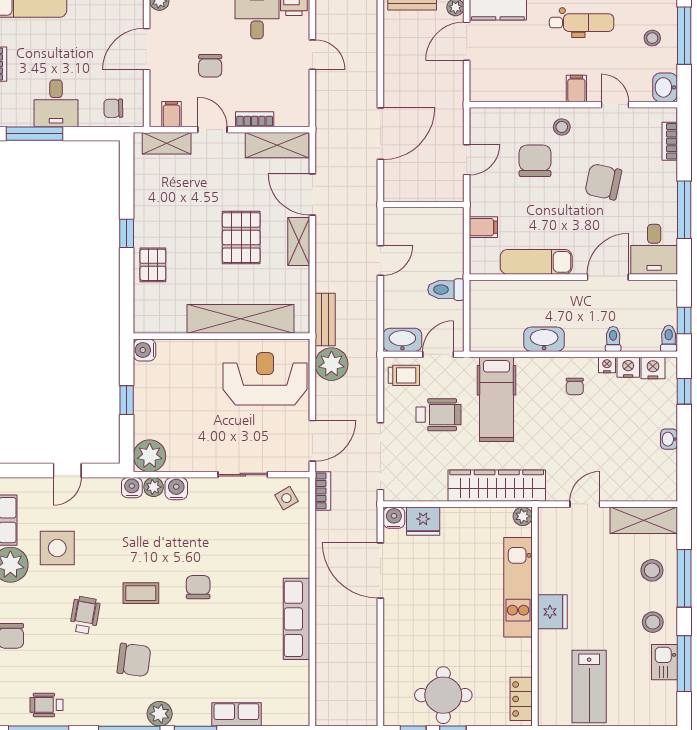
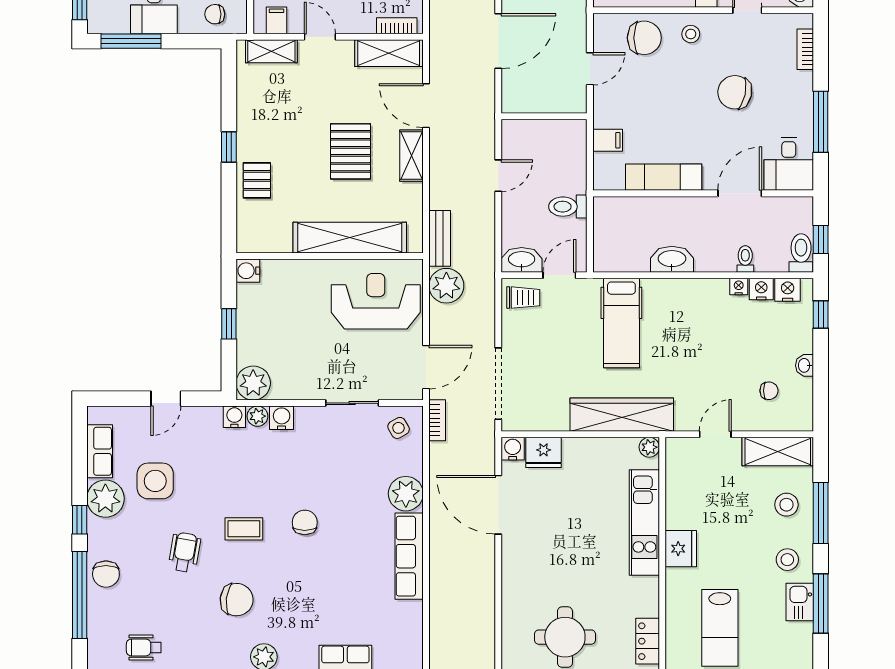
bookcase: (255, 119) -> (397, 26), moved
chair: (535, 161) -> (644, 38), moved, turned 90
toilet: (669, 338) -> (801, 253), width x1.37, depth x1.39
chair: (575, 386) -> (769, 391), moved, turned -90
wheelchair: (438, 415) -> (560, 339), removed
plant: (293, 560) -> (406, 494), added

